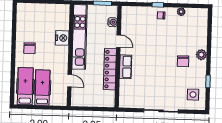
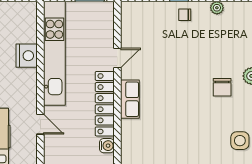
water cooler: (113, 22) -> (107, 146), moved
door: (119, 41) -> (117, 58), hinge flipped

